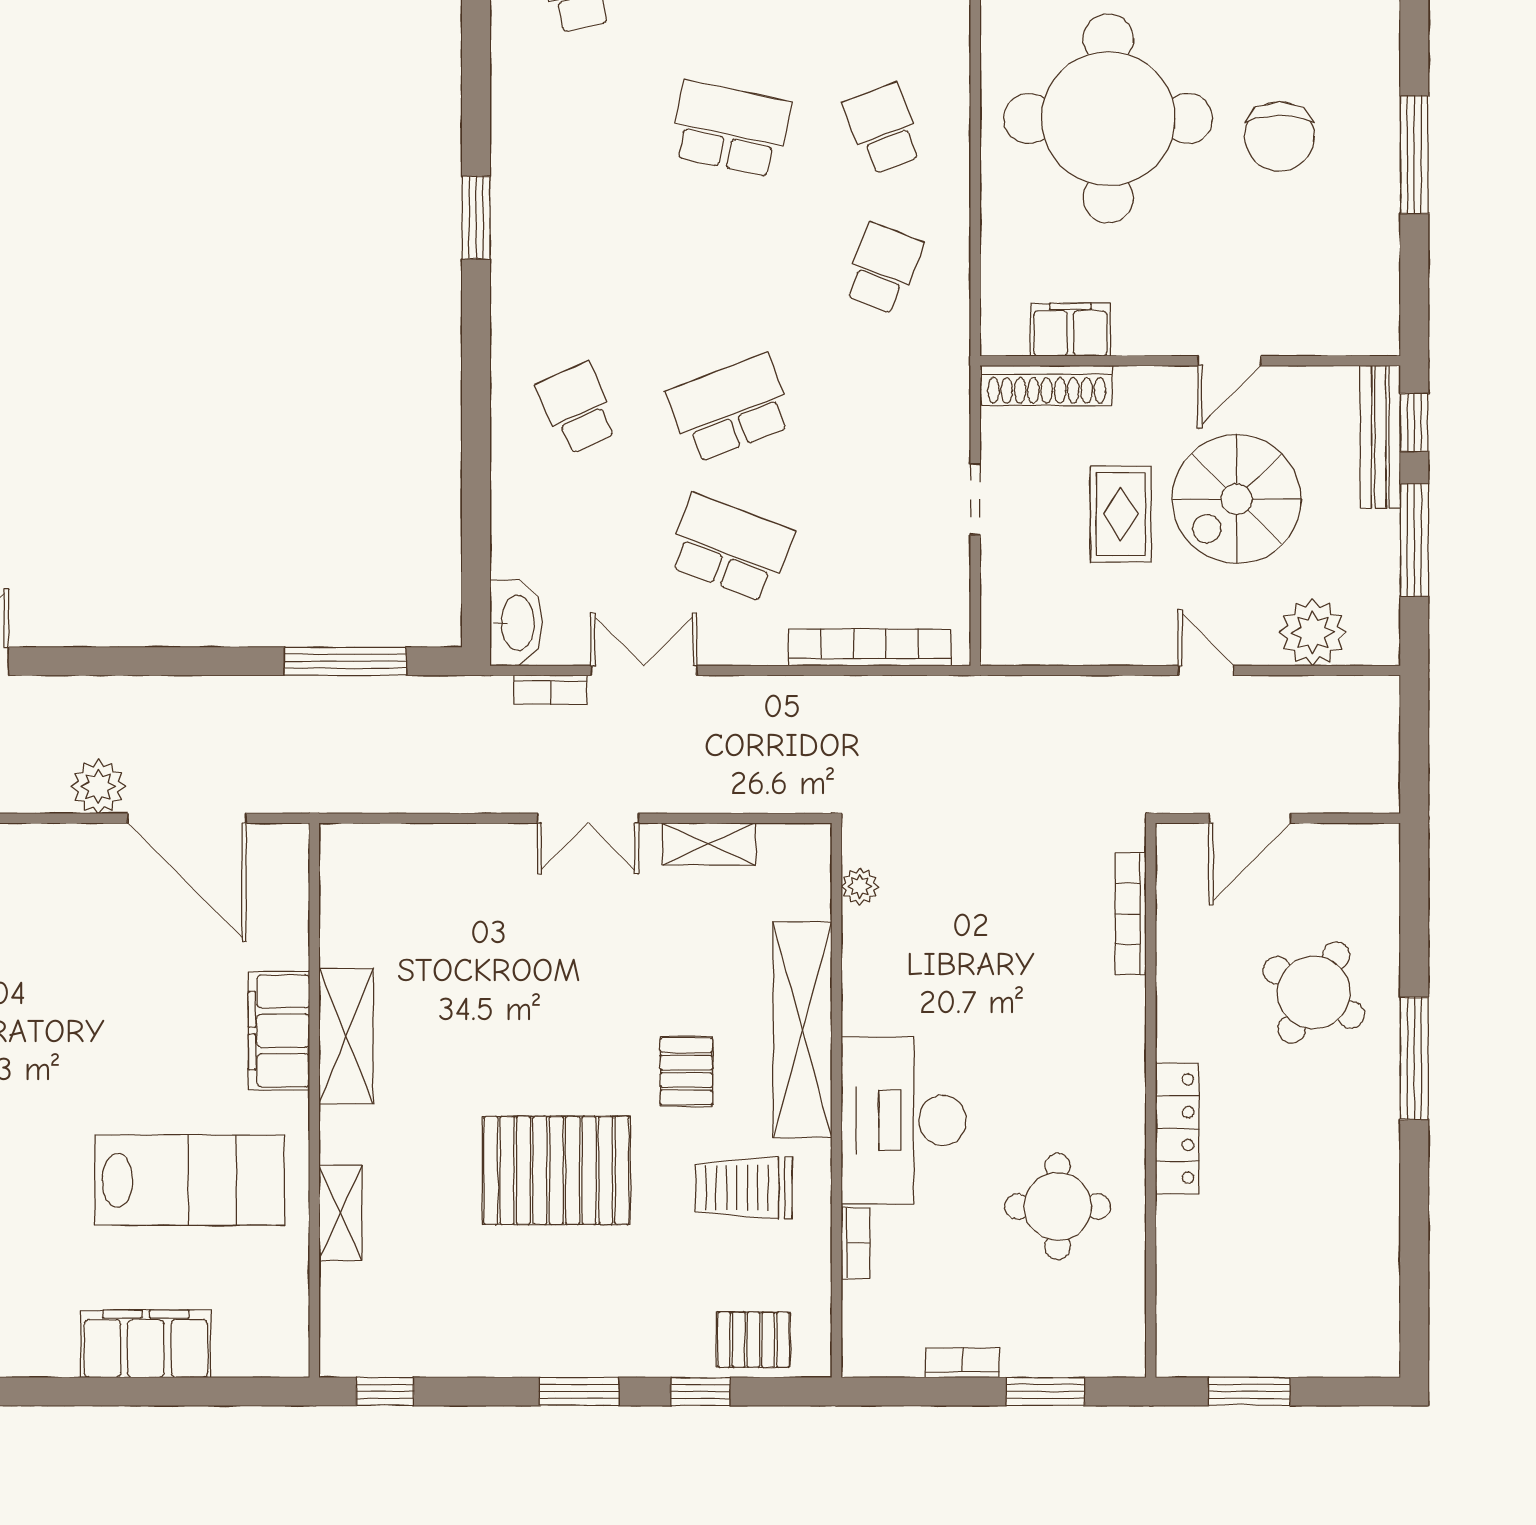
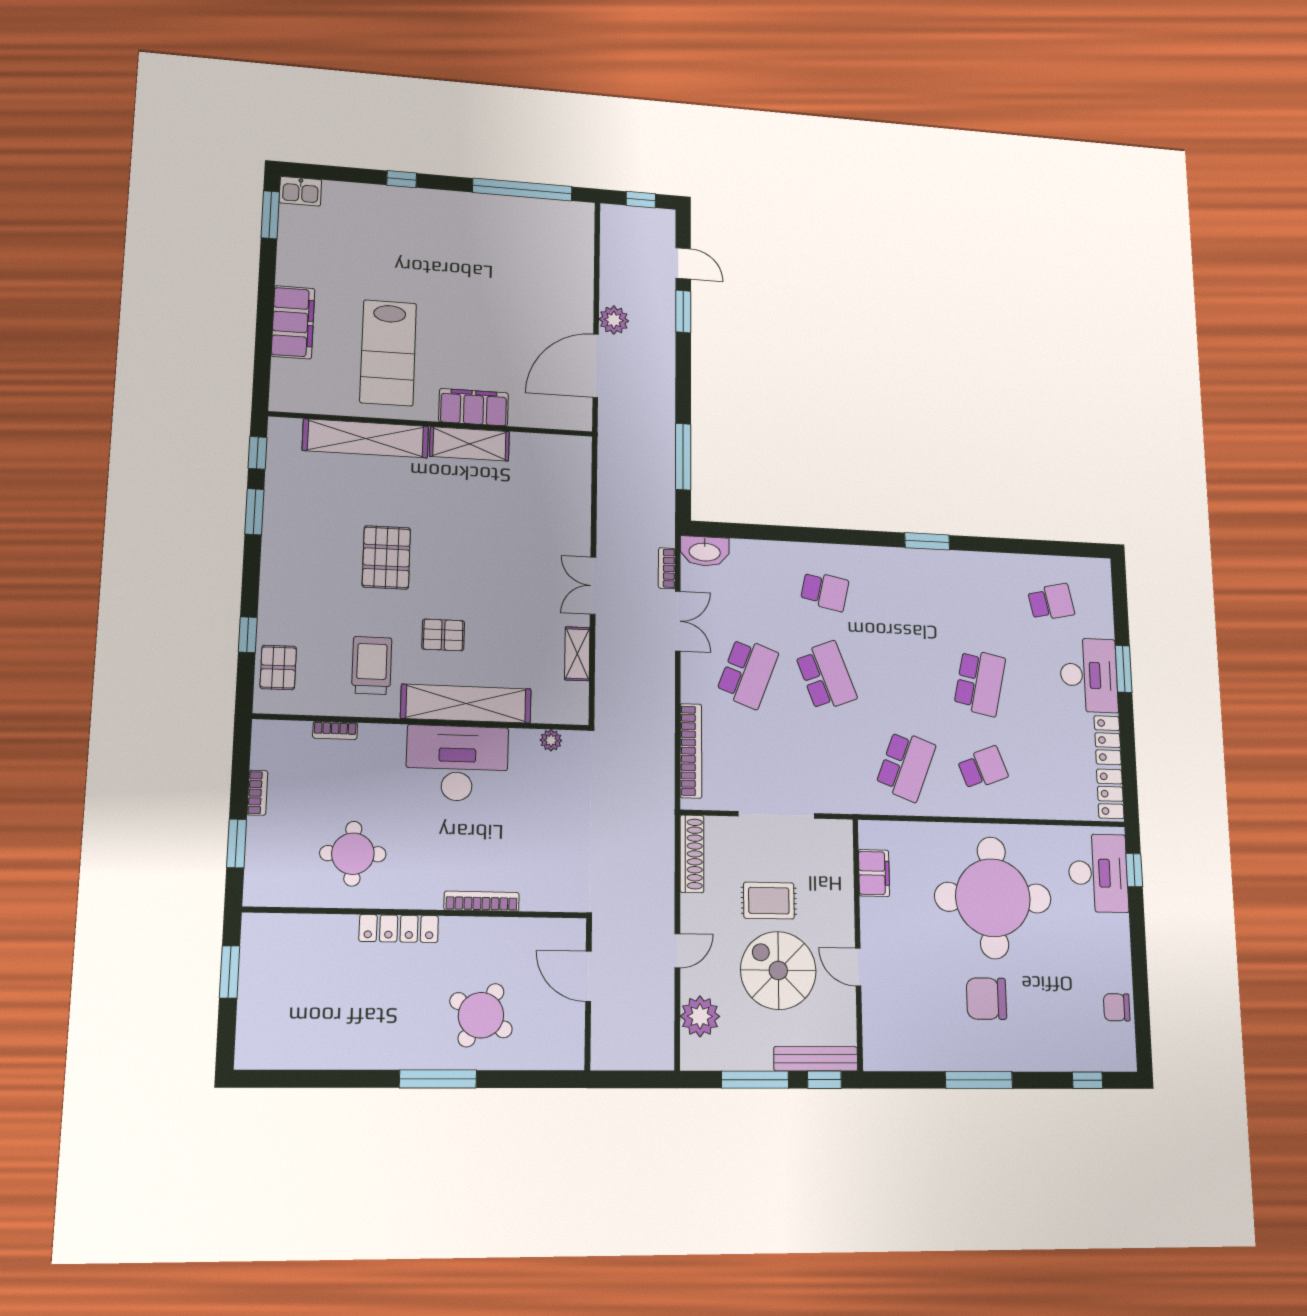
school desk: (883, 268) -> (906, 766), width x1.85
shoe rack: (1047, 386) -> (692, 854), moved, turned 180
school desk: (577, 408) -> (825, 591), turned 36
doorway: (975, 499) -> (776, 815), width x1.88
window: (72, 661) -> (683, 311), added
bookcase: (1131, 914) -> (482, 901), moved
desk: (904, 1120) -> (457, 763), moved
pallet: (556, 1170) -> (386, 557), width x0.73, depth x0.71
shelving: (340, 1213) -> (366, 438), width x2.20, depth x1.33
window: (579, 1391) -> (254, 512), moved

